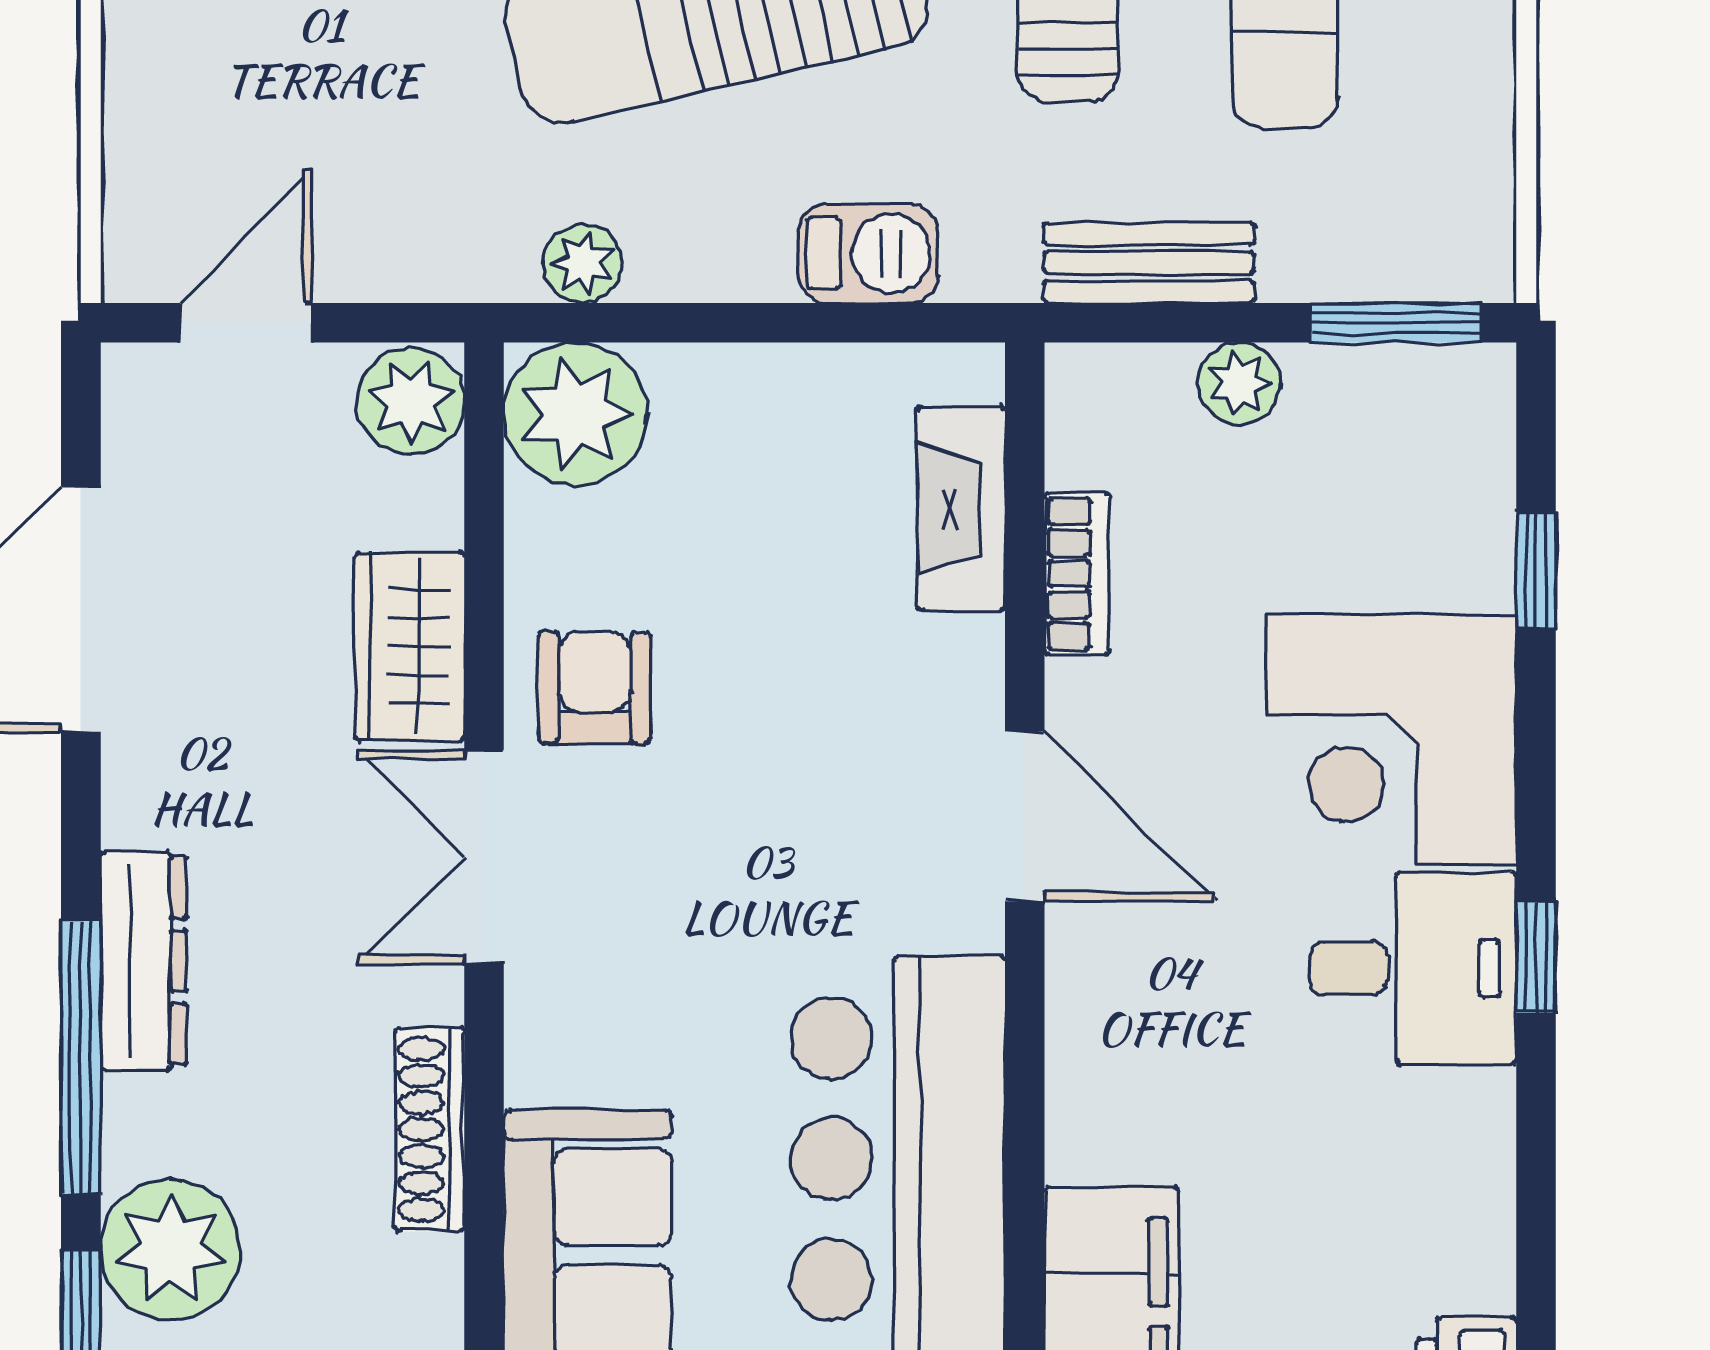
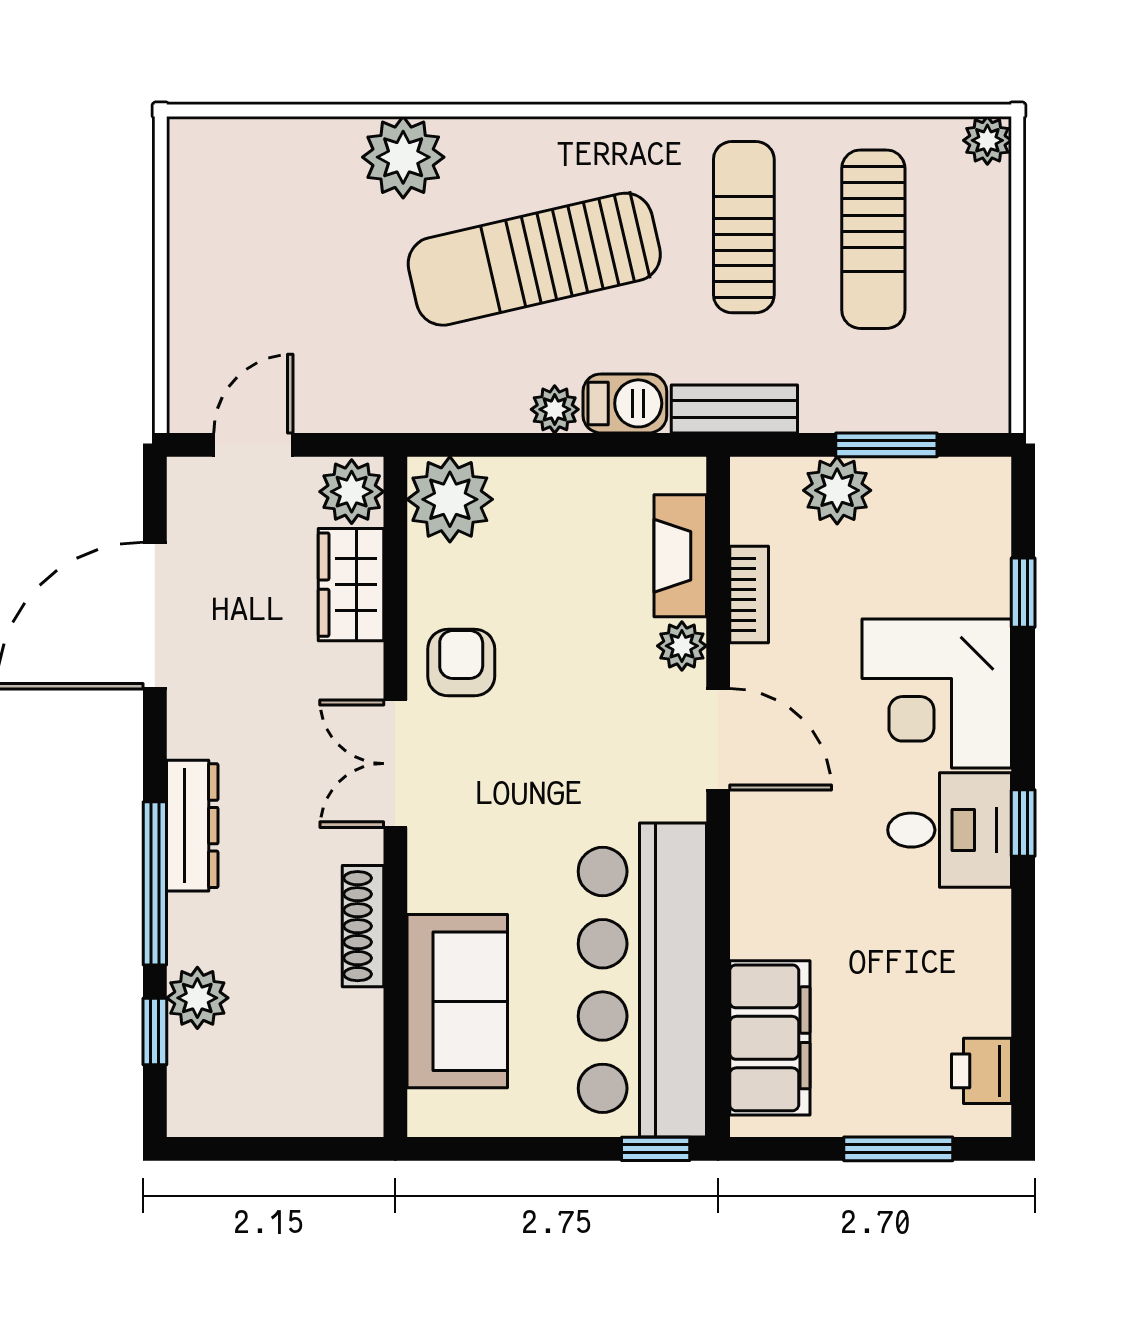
plant: (583, 263) -> (555, 409), moved
bench: (1149, 263) -> (734, 409), moved
window: (1396, 323) -> (886, 445), moved
plant: (1240, 384) -> (837, 490), width x1.38, depth x1.38
wardrobe: (410, 646) -> (351, 585), moved
plant: (964, 660) -> (682, 646), added
plant: (171, 1250) -> (197, 998), width x0.73, depth x0.73

